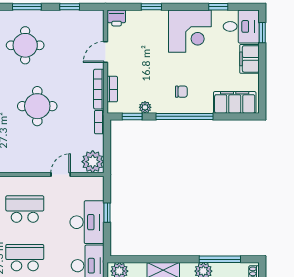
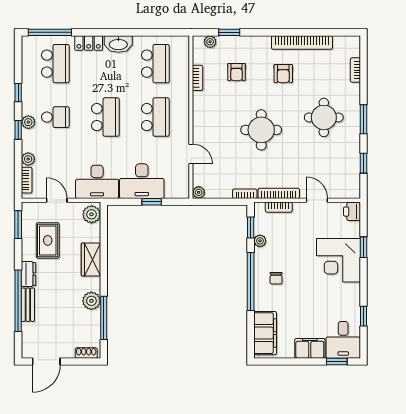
corner desk: (190, 31) -> (338, 260), moved
plant: (93, 162) -> (199, 192), width x0.53, depth x0.53

